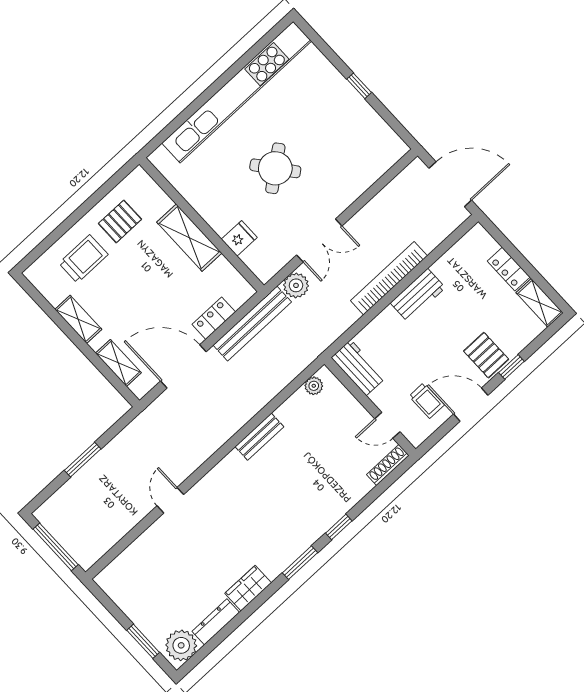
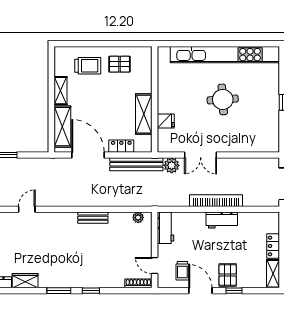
round table: (275, 168) -> (223, 99), moved, turned 34
shelving: (189, 238) -> (144, 114), moved
shelving: (118, 363) -> (62, 127), width x1.50, depth x1.33

